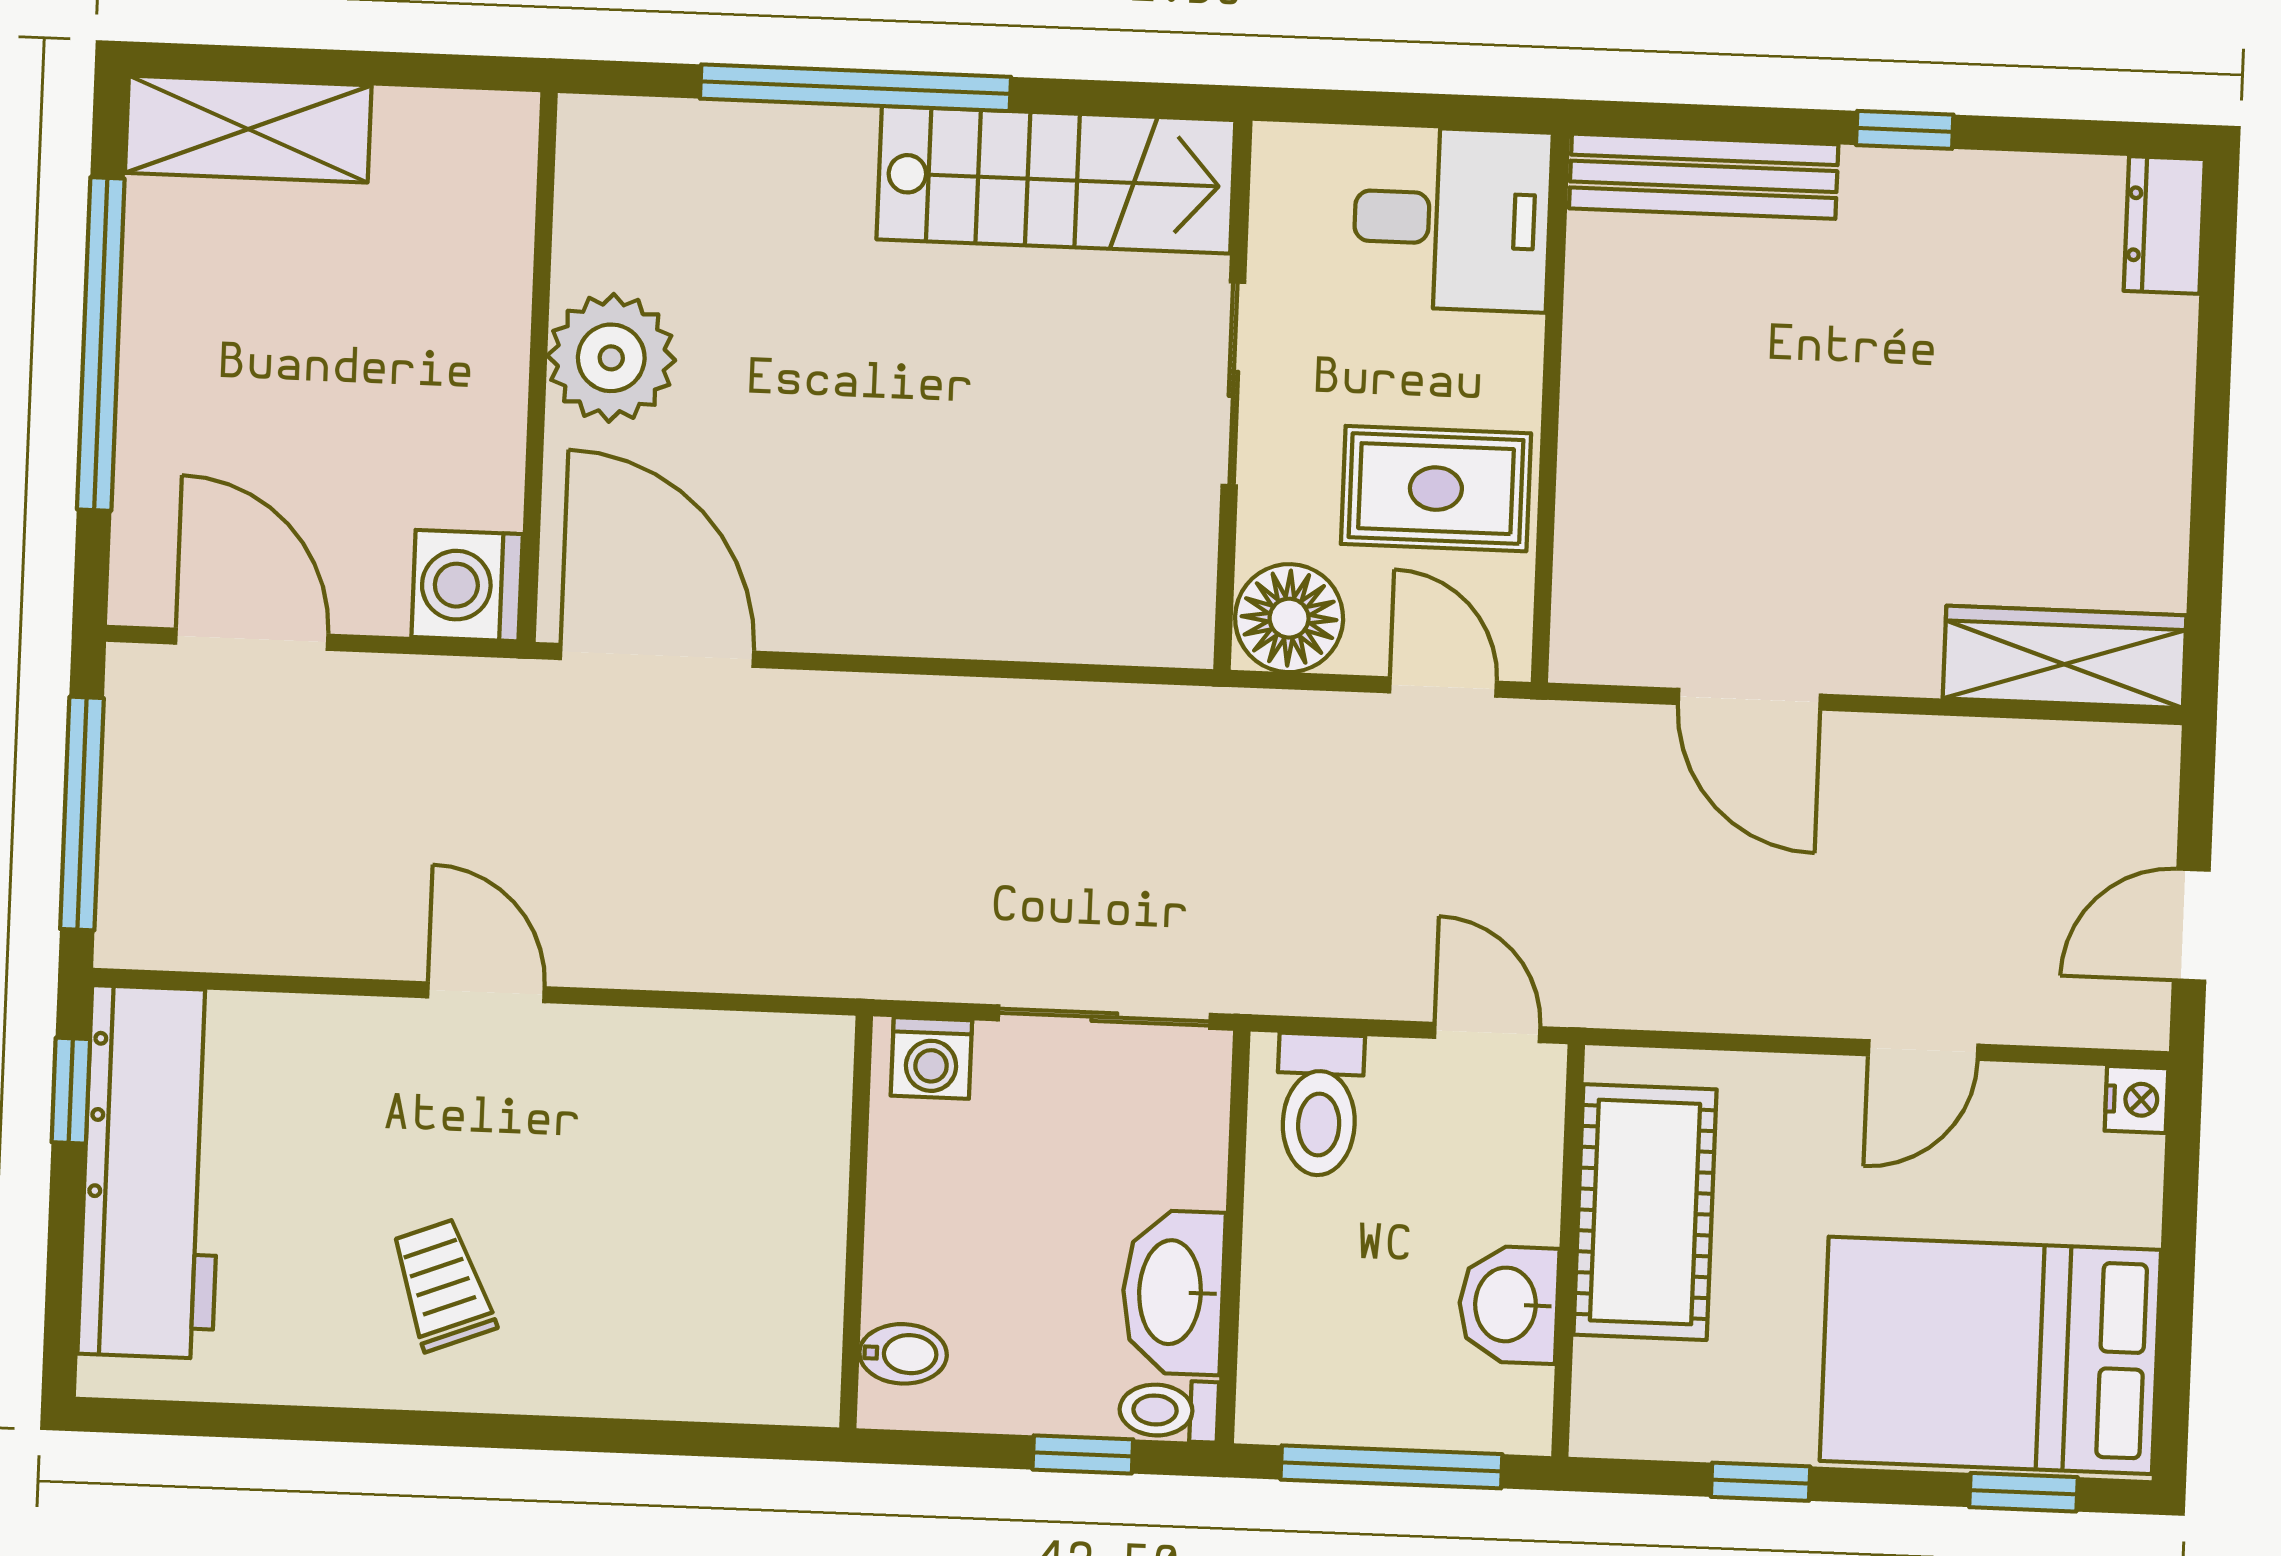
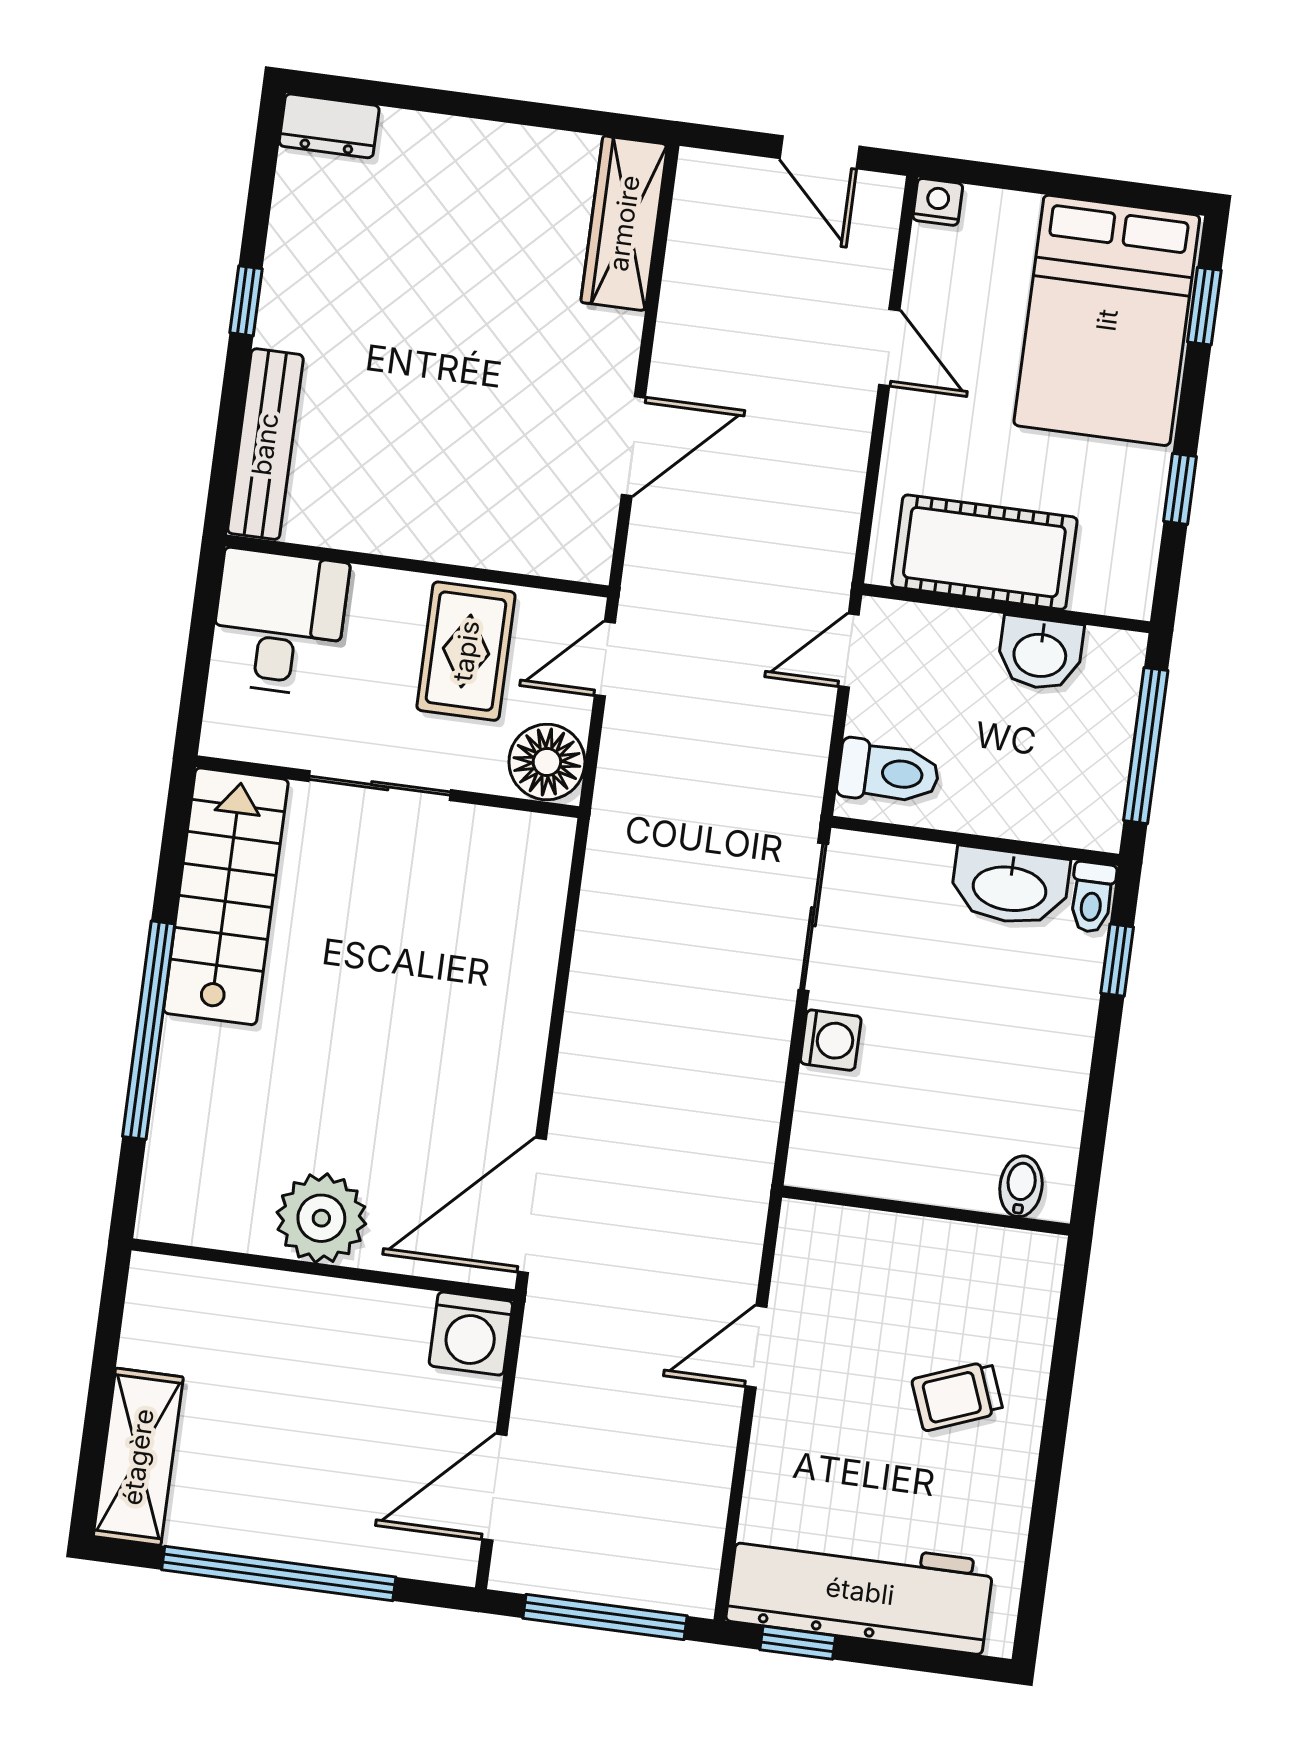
wall: (856, 1222) -> (926, 1211), moved
bidet: (903, 1354) -> (1021, 1186), moved

